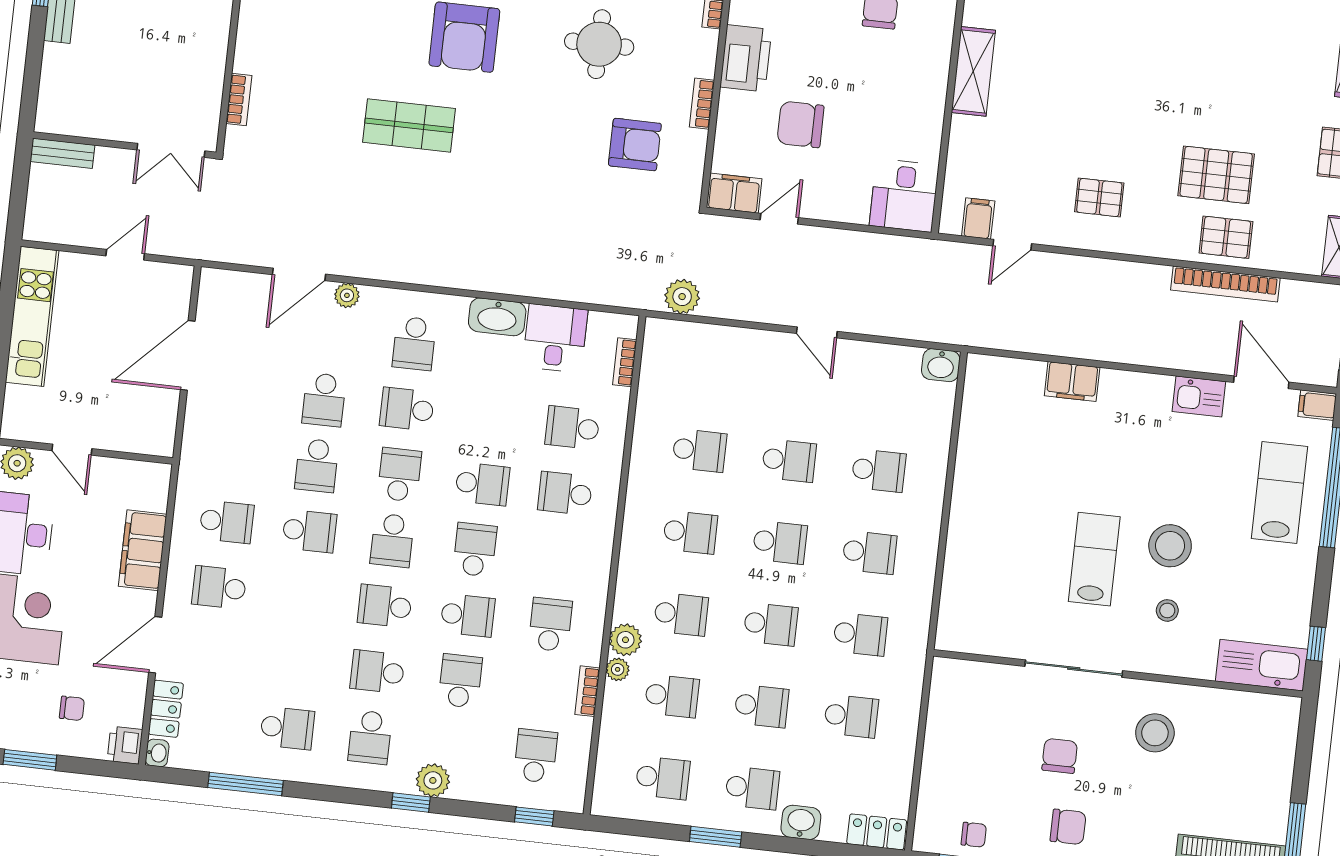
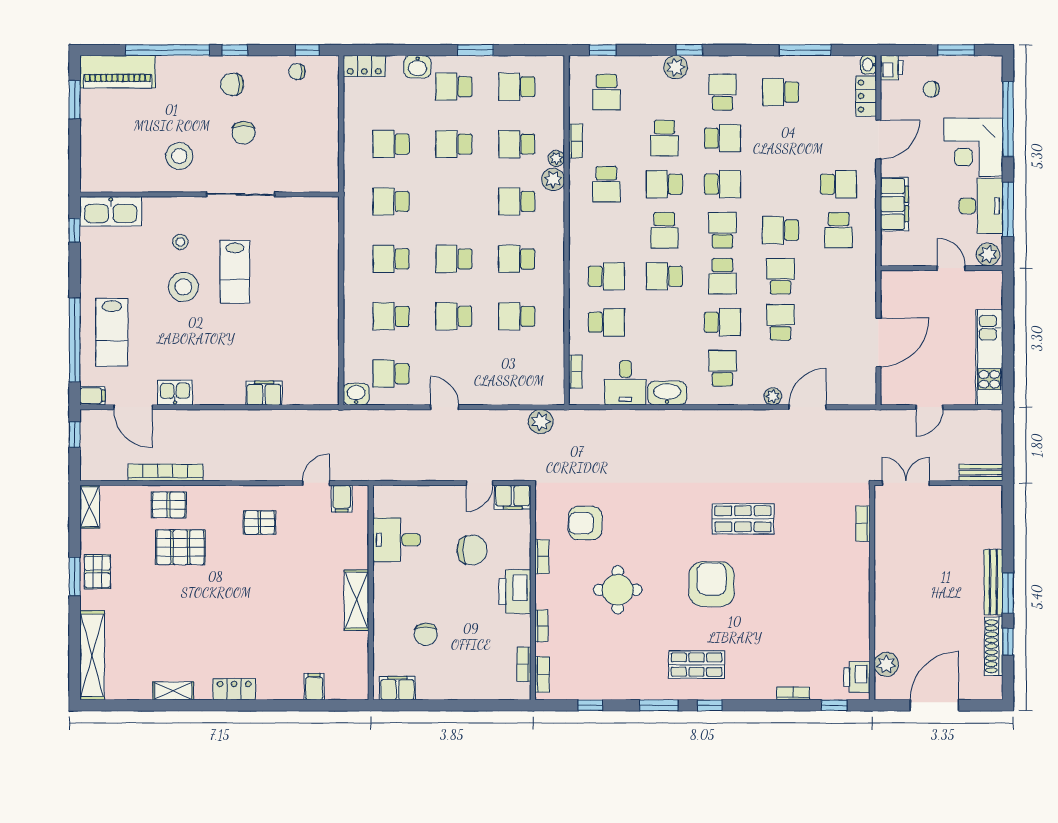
desk: (904, 195) -> (396, 540), moved, turned -90
school desk: (227, 522) -> (839, 230), turned -90
school desk: (771, 624) -> (391, 374), moved

